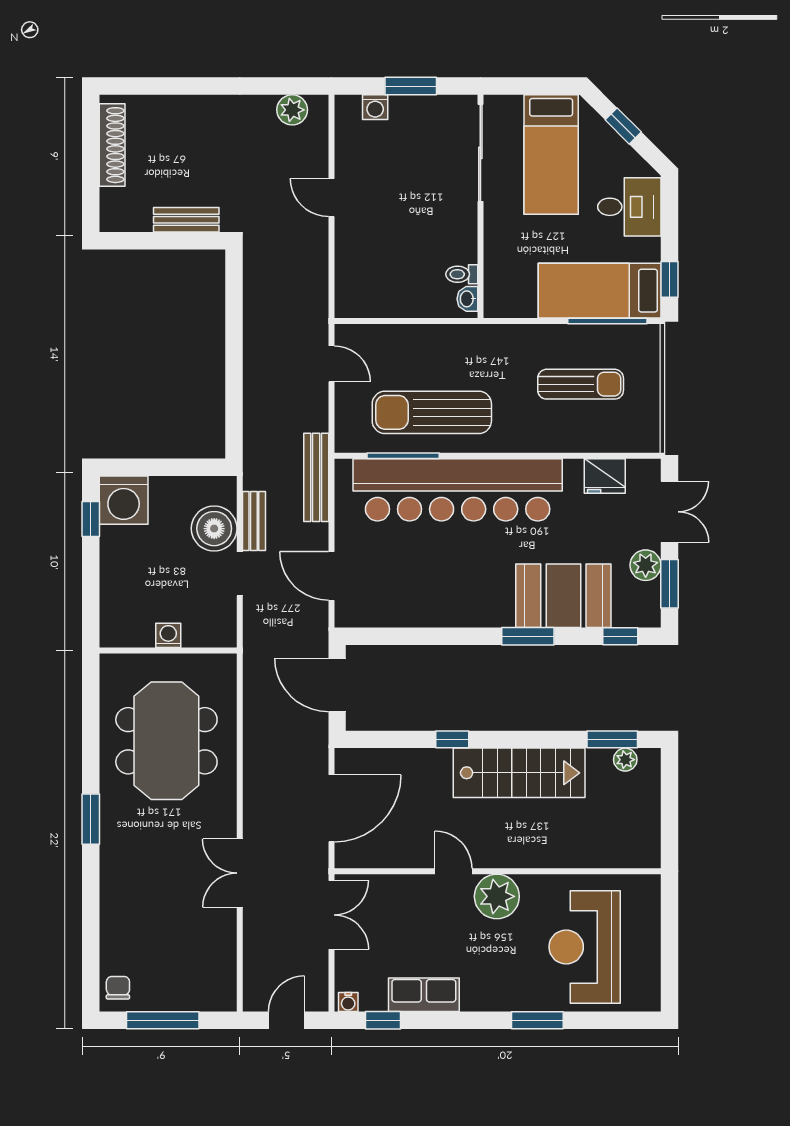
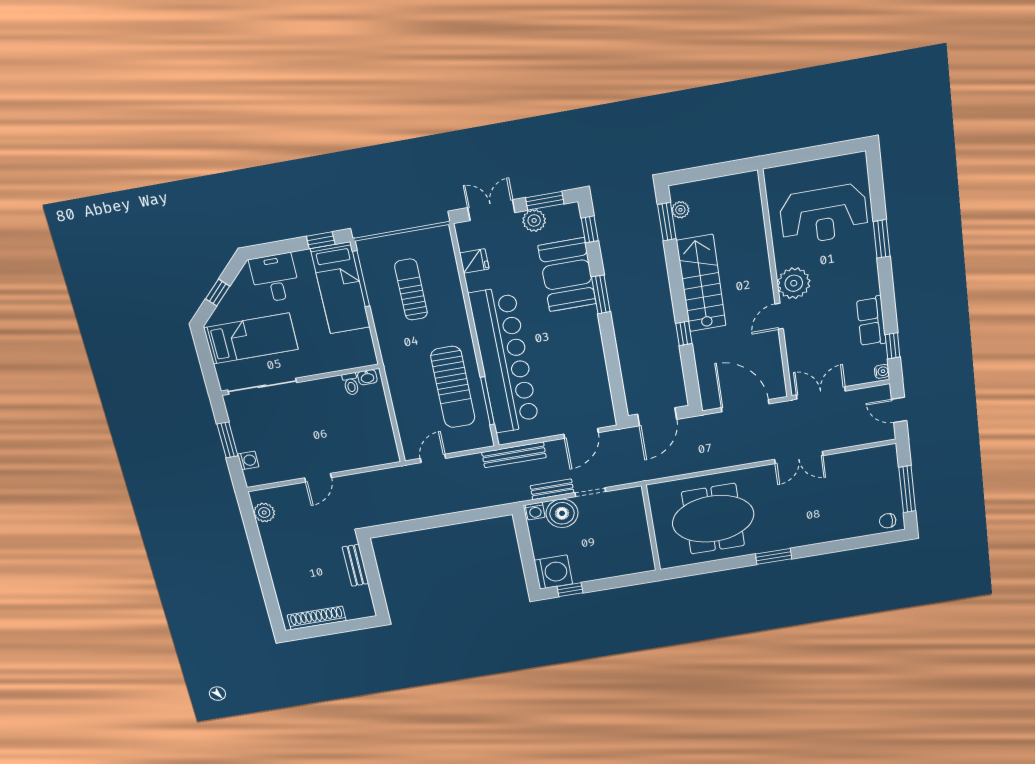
fridge: (605, 476) -> (474, 261), width x0.72
washing machine: (168, 635) -> (535, 511), moved, turned -90

